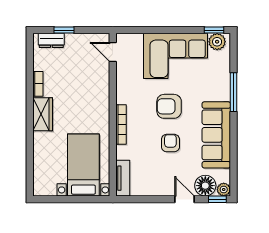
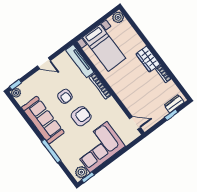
tv unit: (123, 178) -> (80, 61), width x1.41
floor lamp: (205, 186) -> (28, 87), removed
plant: (41, 188) -> (118, 17), added
door: (184, 199) -> (44, 63), moved

